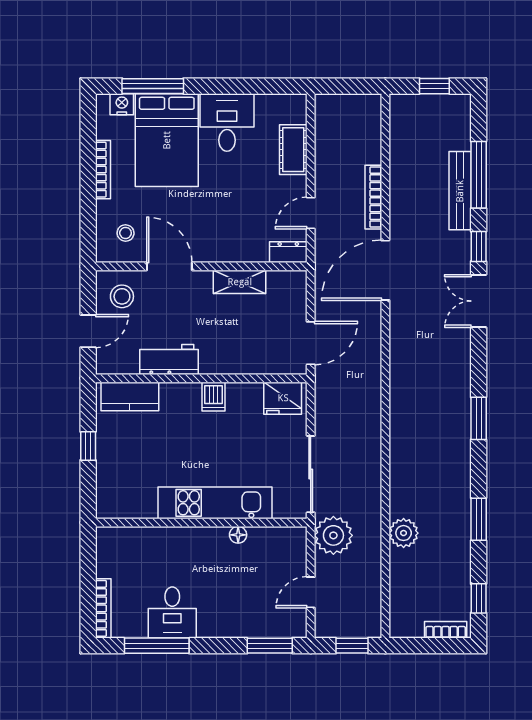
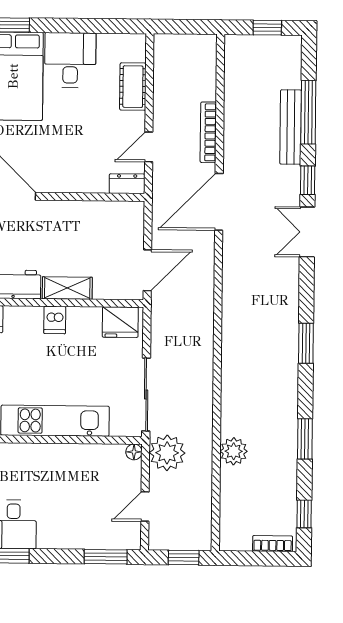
shelving: (240, 282) -> (67, 288), moved
floor lamp: (238, 535) -> (134, 452), moved

